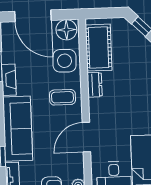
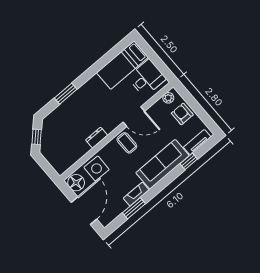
cot: (99, 48) -> (71, 154), removed
coffee table: (62, 97) -> (127, 143), moved

